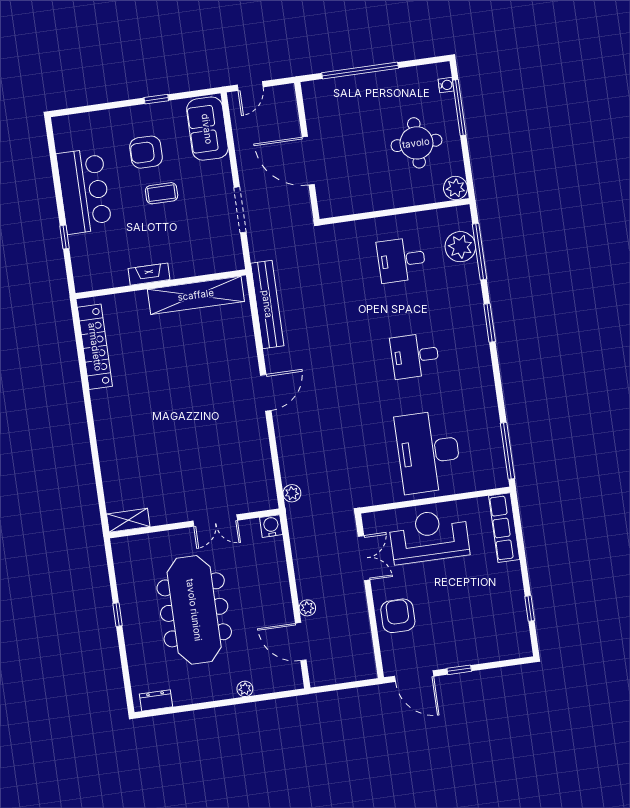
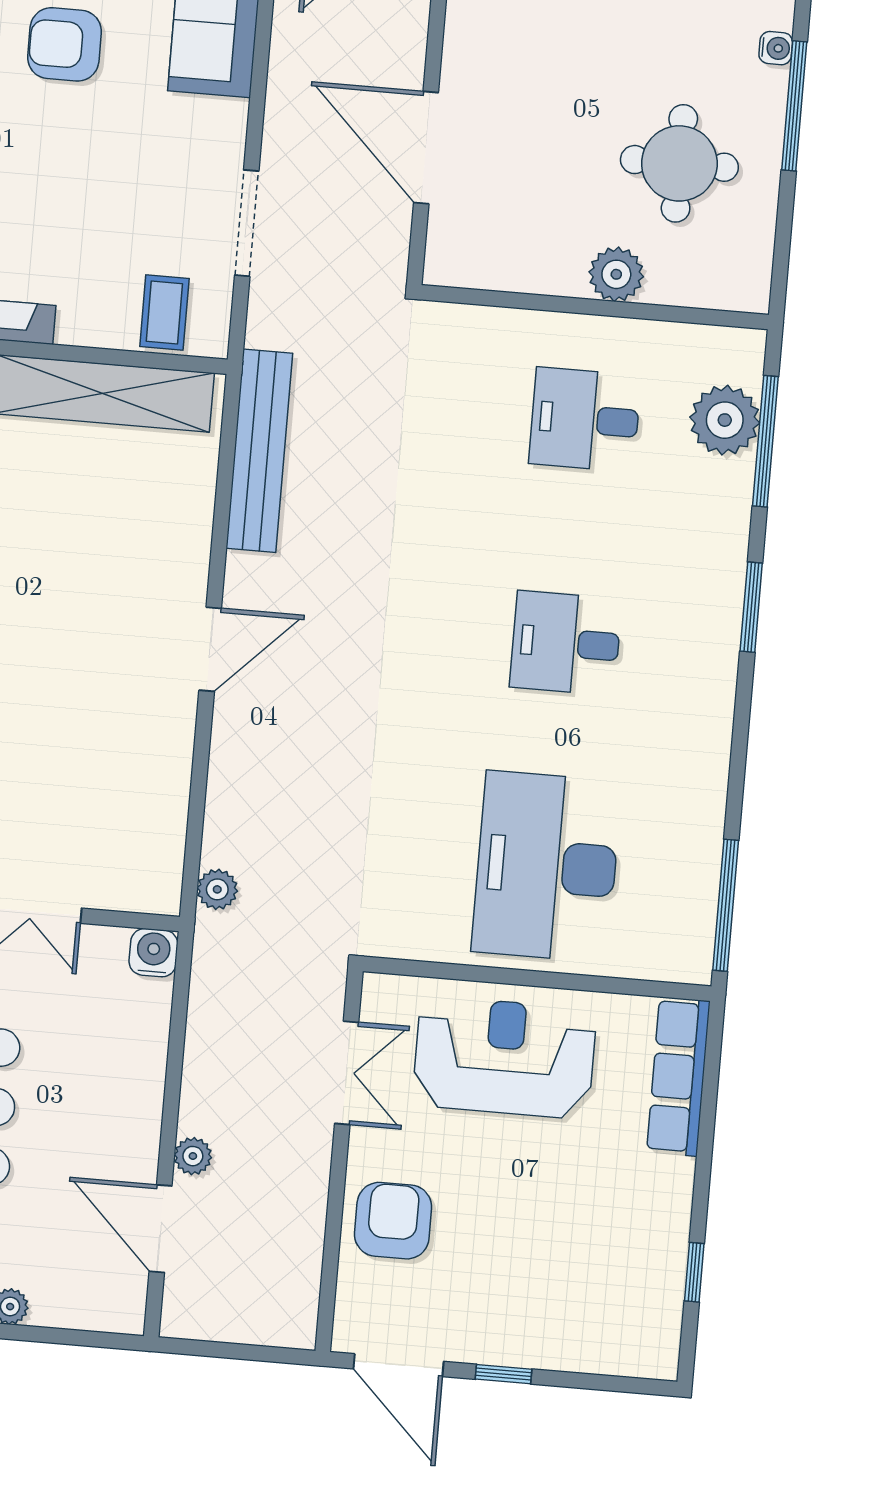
plant: (455, 188) -> (616, 274), moved
coffee table: (162, 193) -> (164, 312), moved, turned 90

